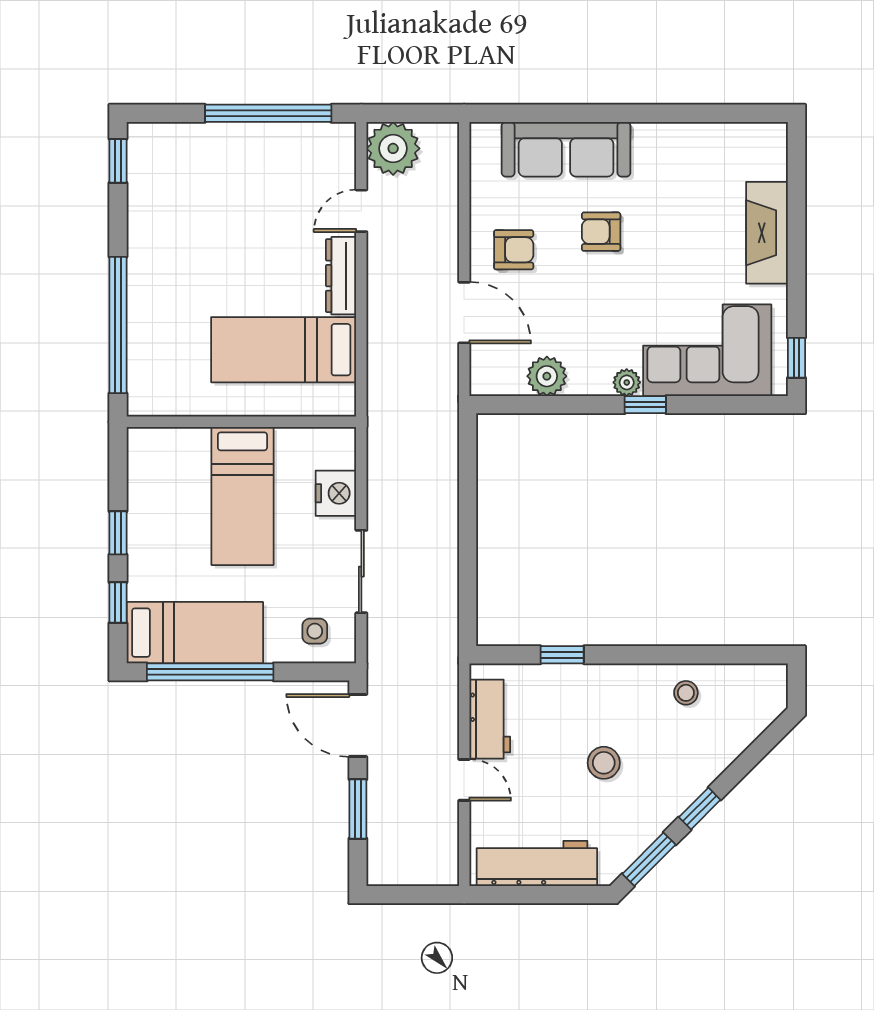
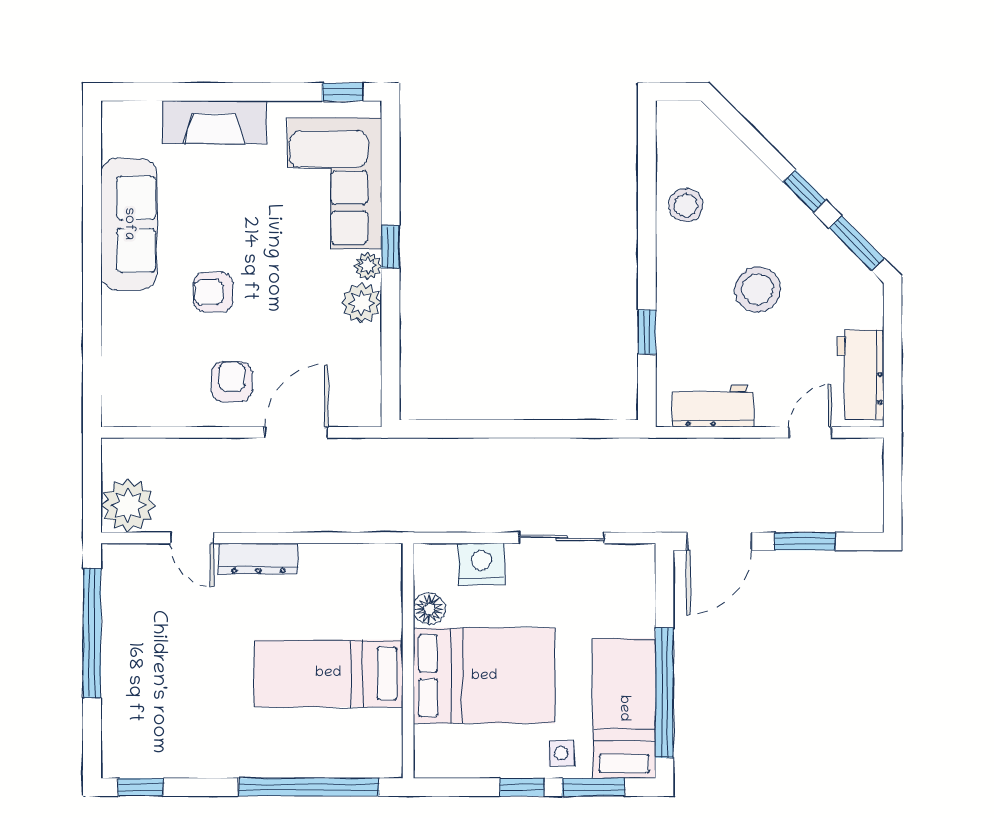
sofa: (566, 149) -> (129, 224), moved
armchair: (601, 232) -> (213, 292), turned 90
bed: (284, 350) -> (328, 673), moved, turned 90
plant: (547, 376) -> (361, 303), moved
floor lamp: (292, 443) -> (429, 609), added
bed: (242, 496) -> (484, 676), width x1.50
window: (118, 603) -> (593, 787), width x1.50
side table: (315, 631) -> (561, 753), moved
stool: (686, 693) -> (686, 205), width x1.37, depth x1.37
stool: (604, 763) -> (758, 289), width x1.38, depth x1.38
door: (464, 780) -> (811, 432), moved
workbench: (537, 863) -> (861, 375), width x0.73

